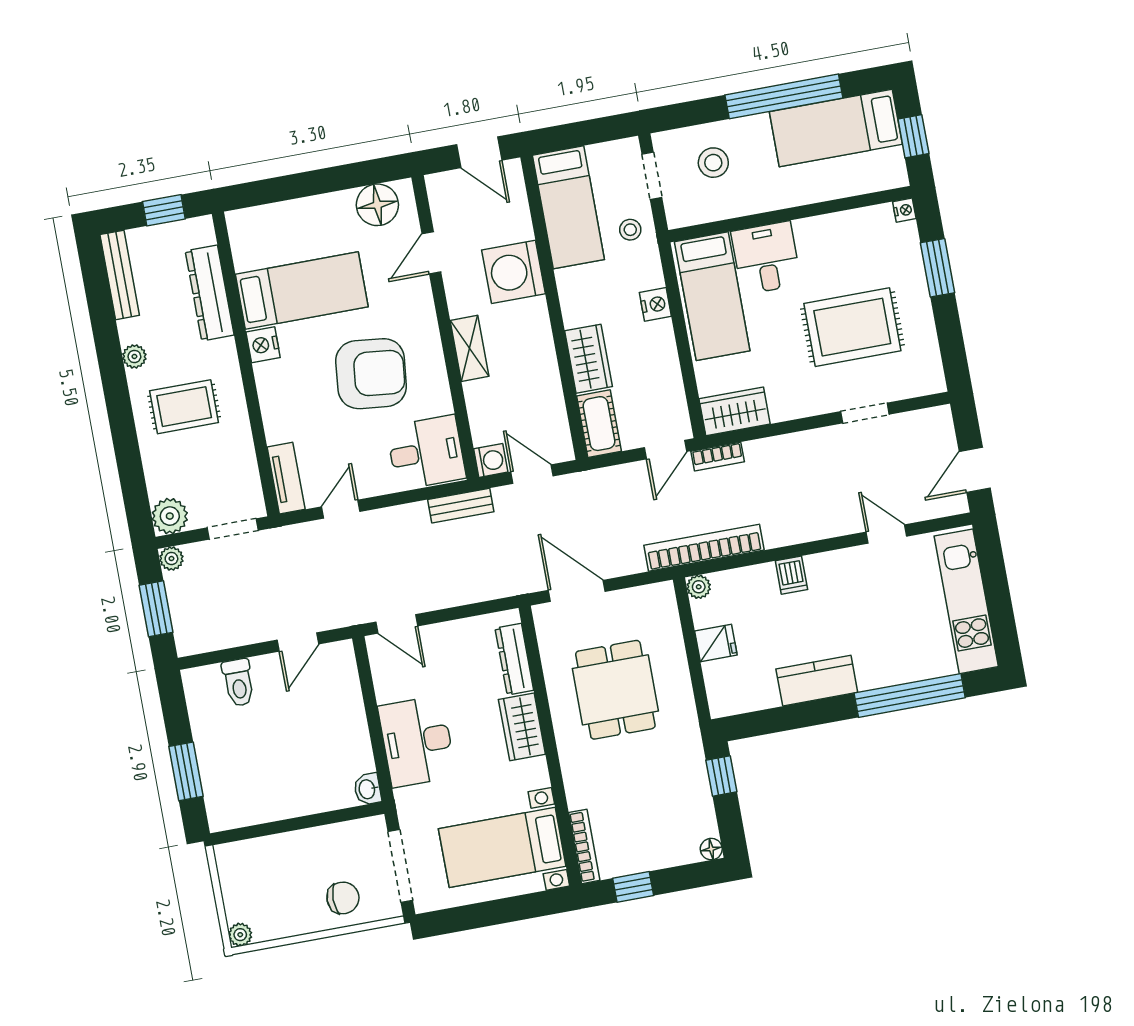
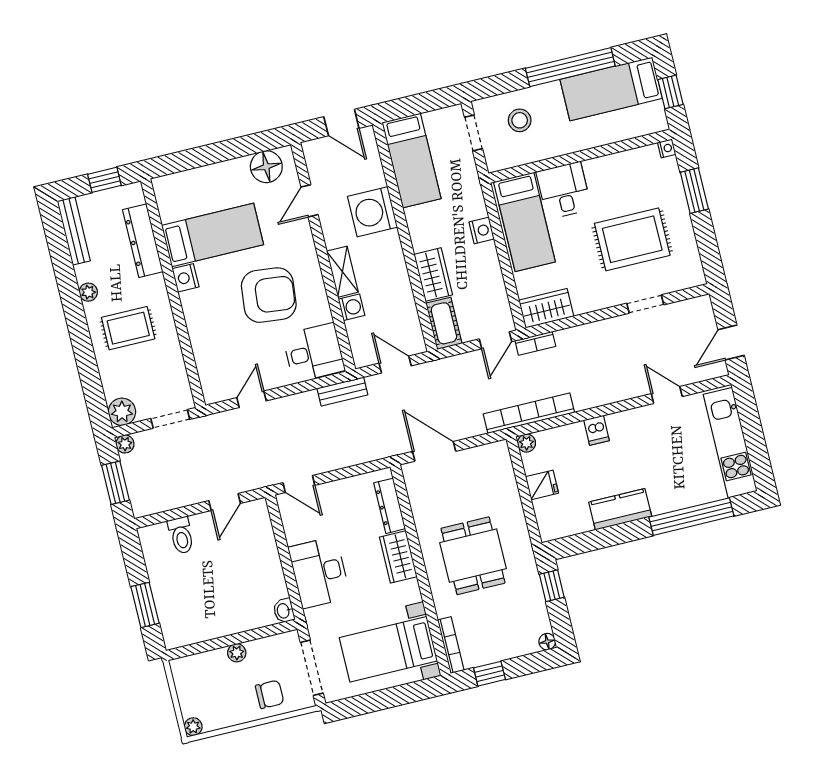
stool: (630, 230) -> (459, 175), removed
washing machine: (491, 460) -> (352, 307), moved
tv unit: (286, 478) -> (209, 378), removed
dining table: (615, 690) -> (473, 556), moved
plant: (303, 841) -> (237, 653), added

